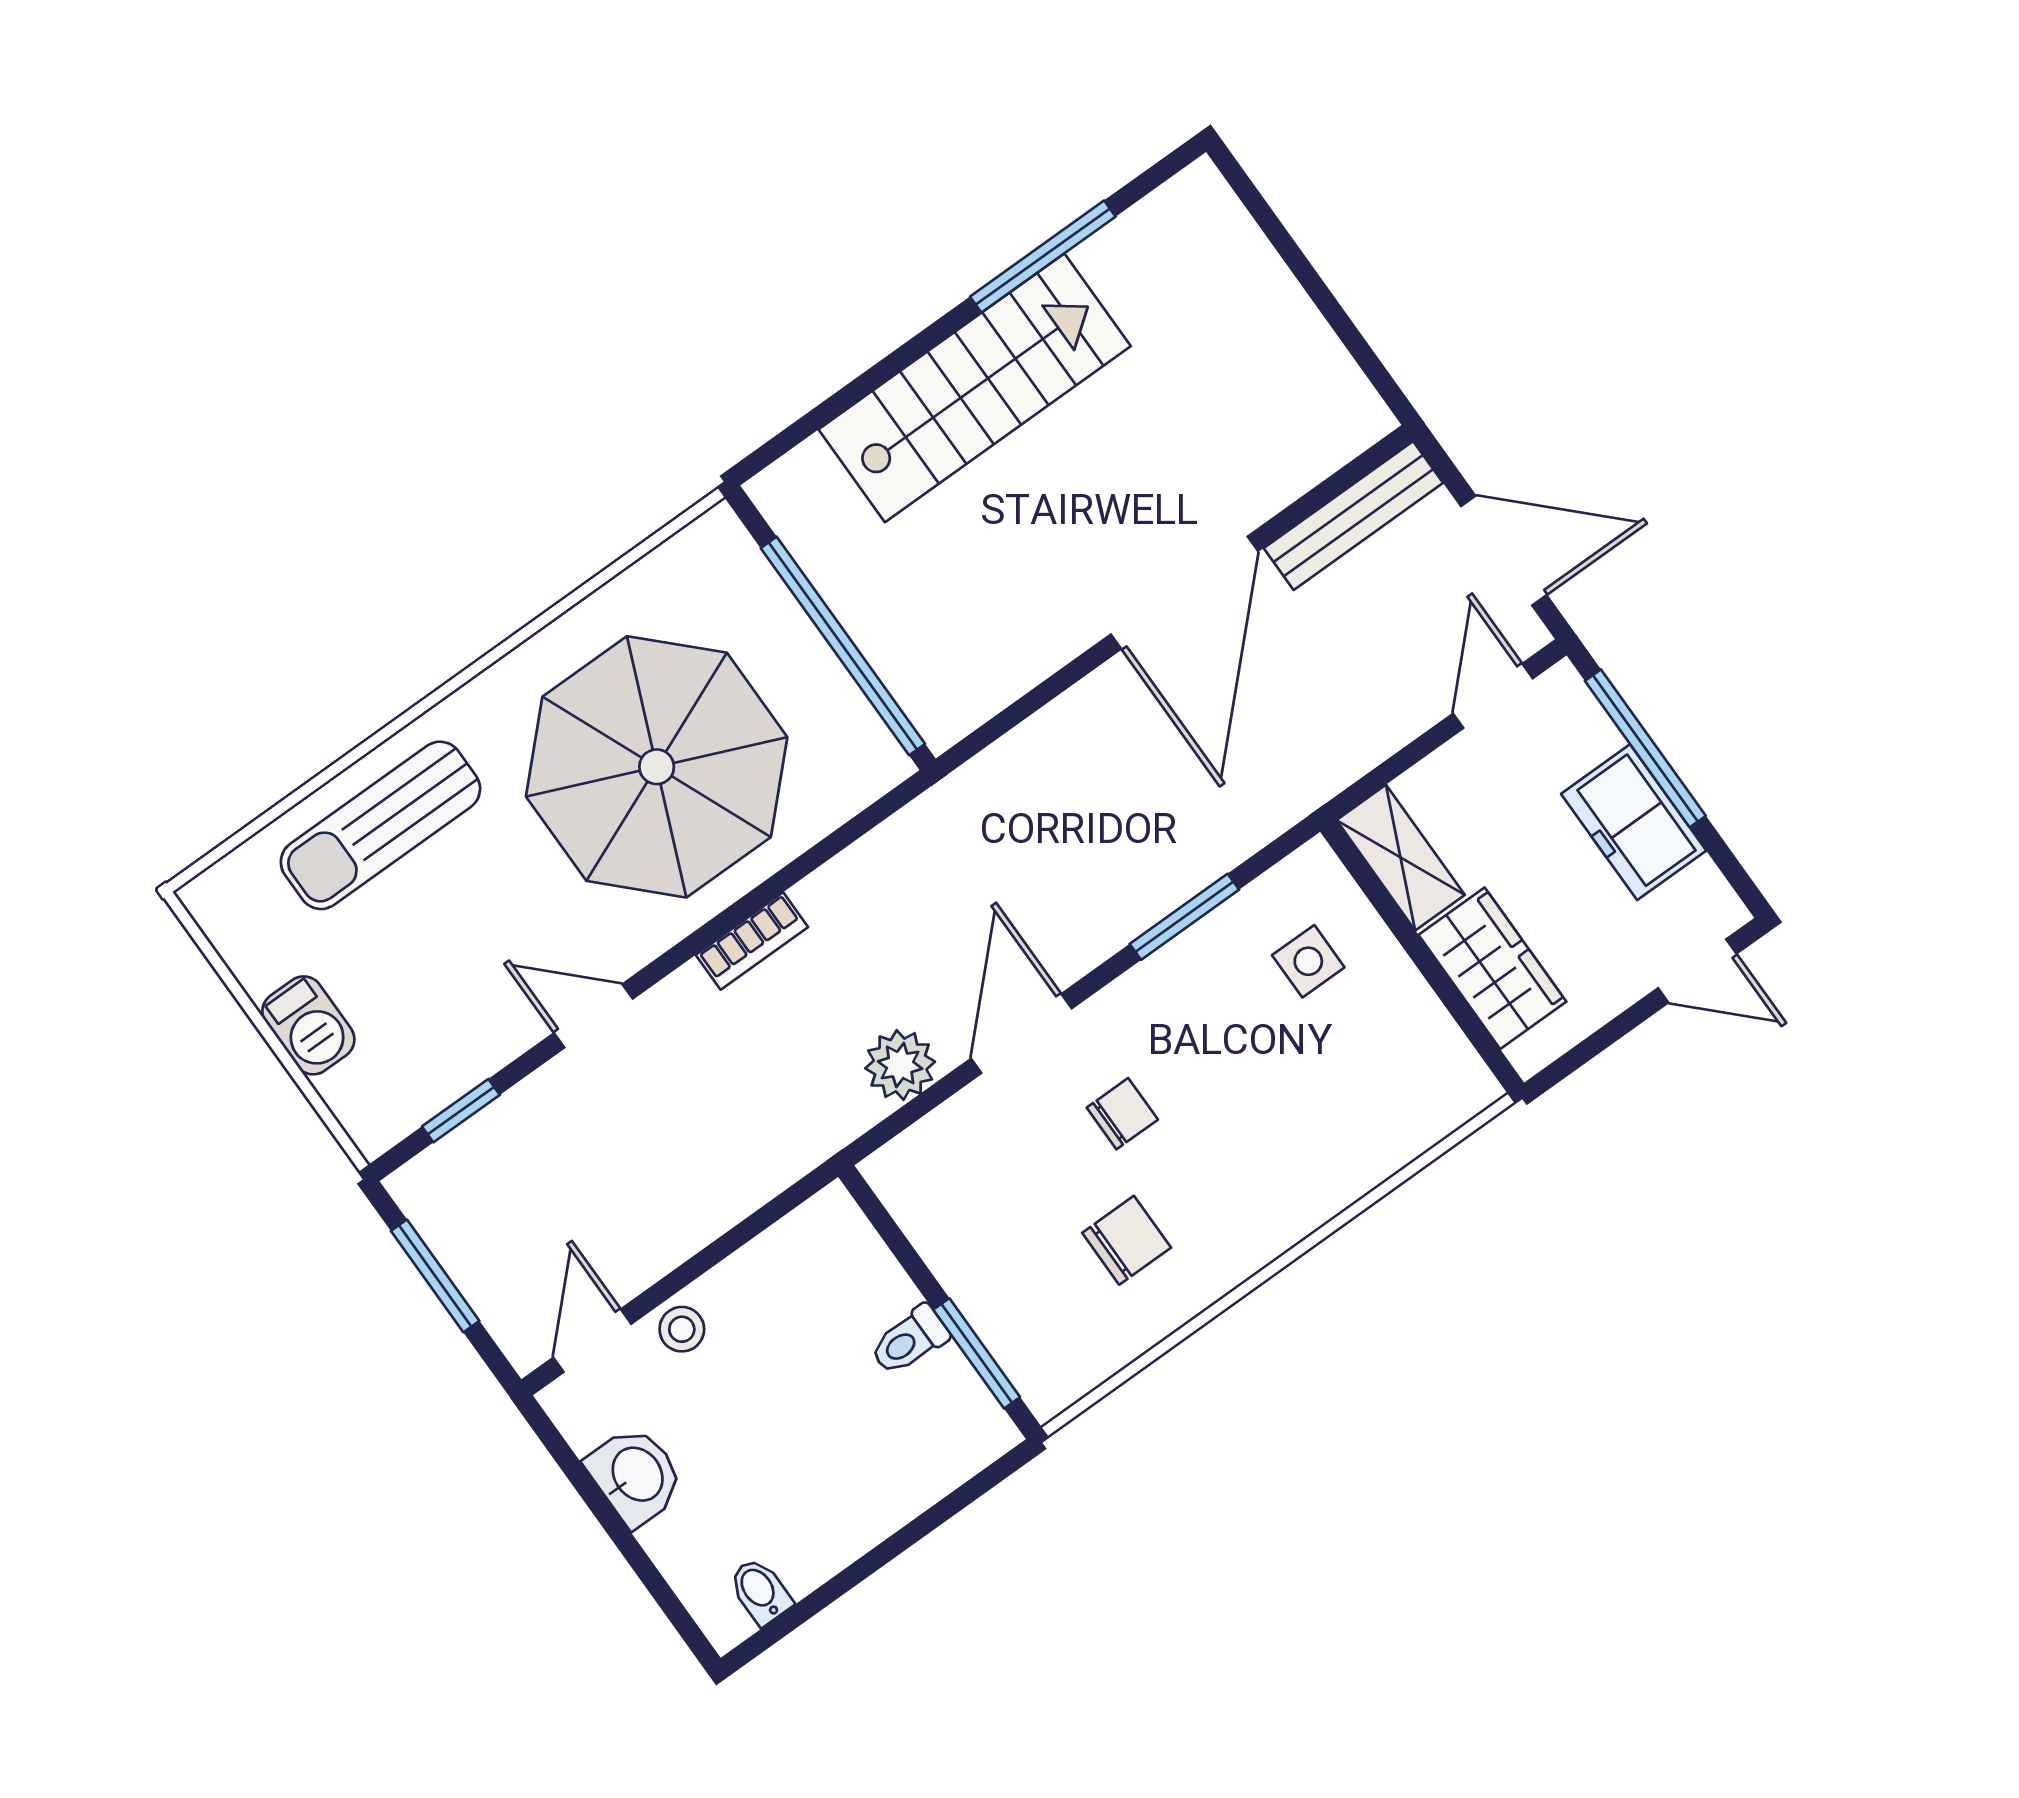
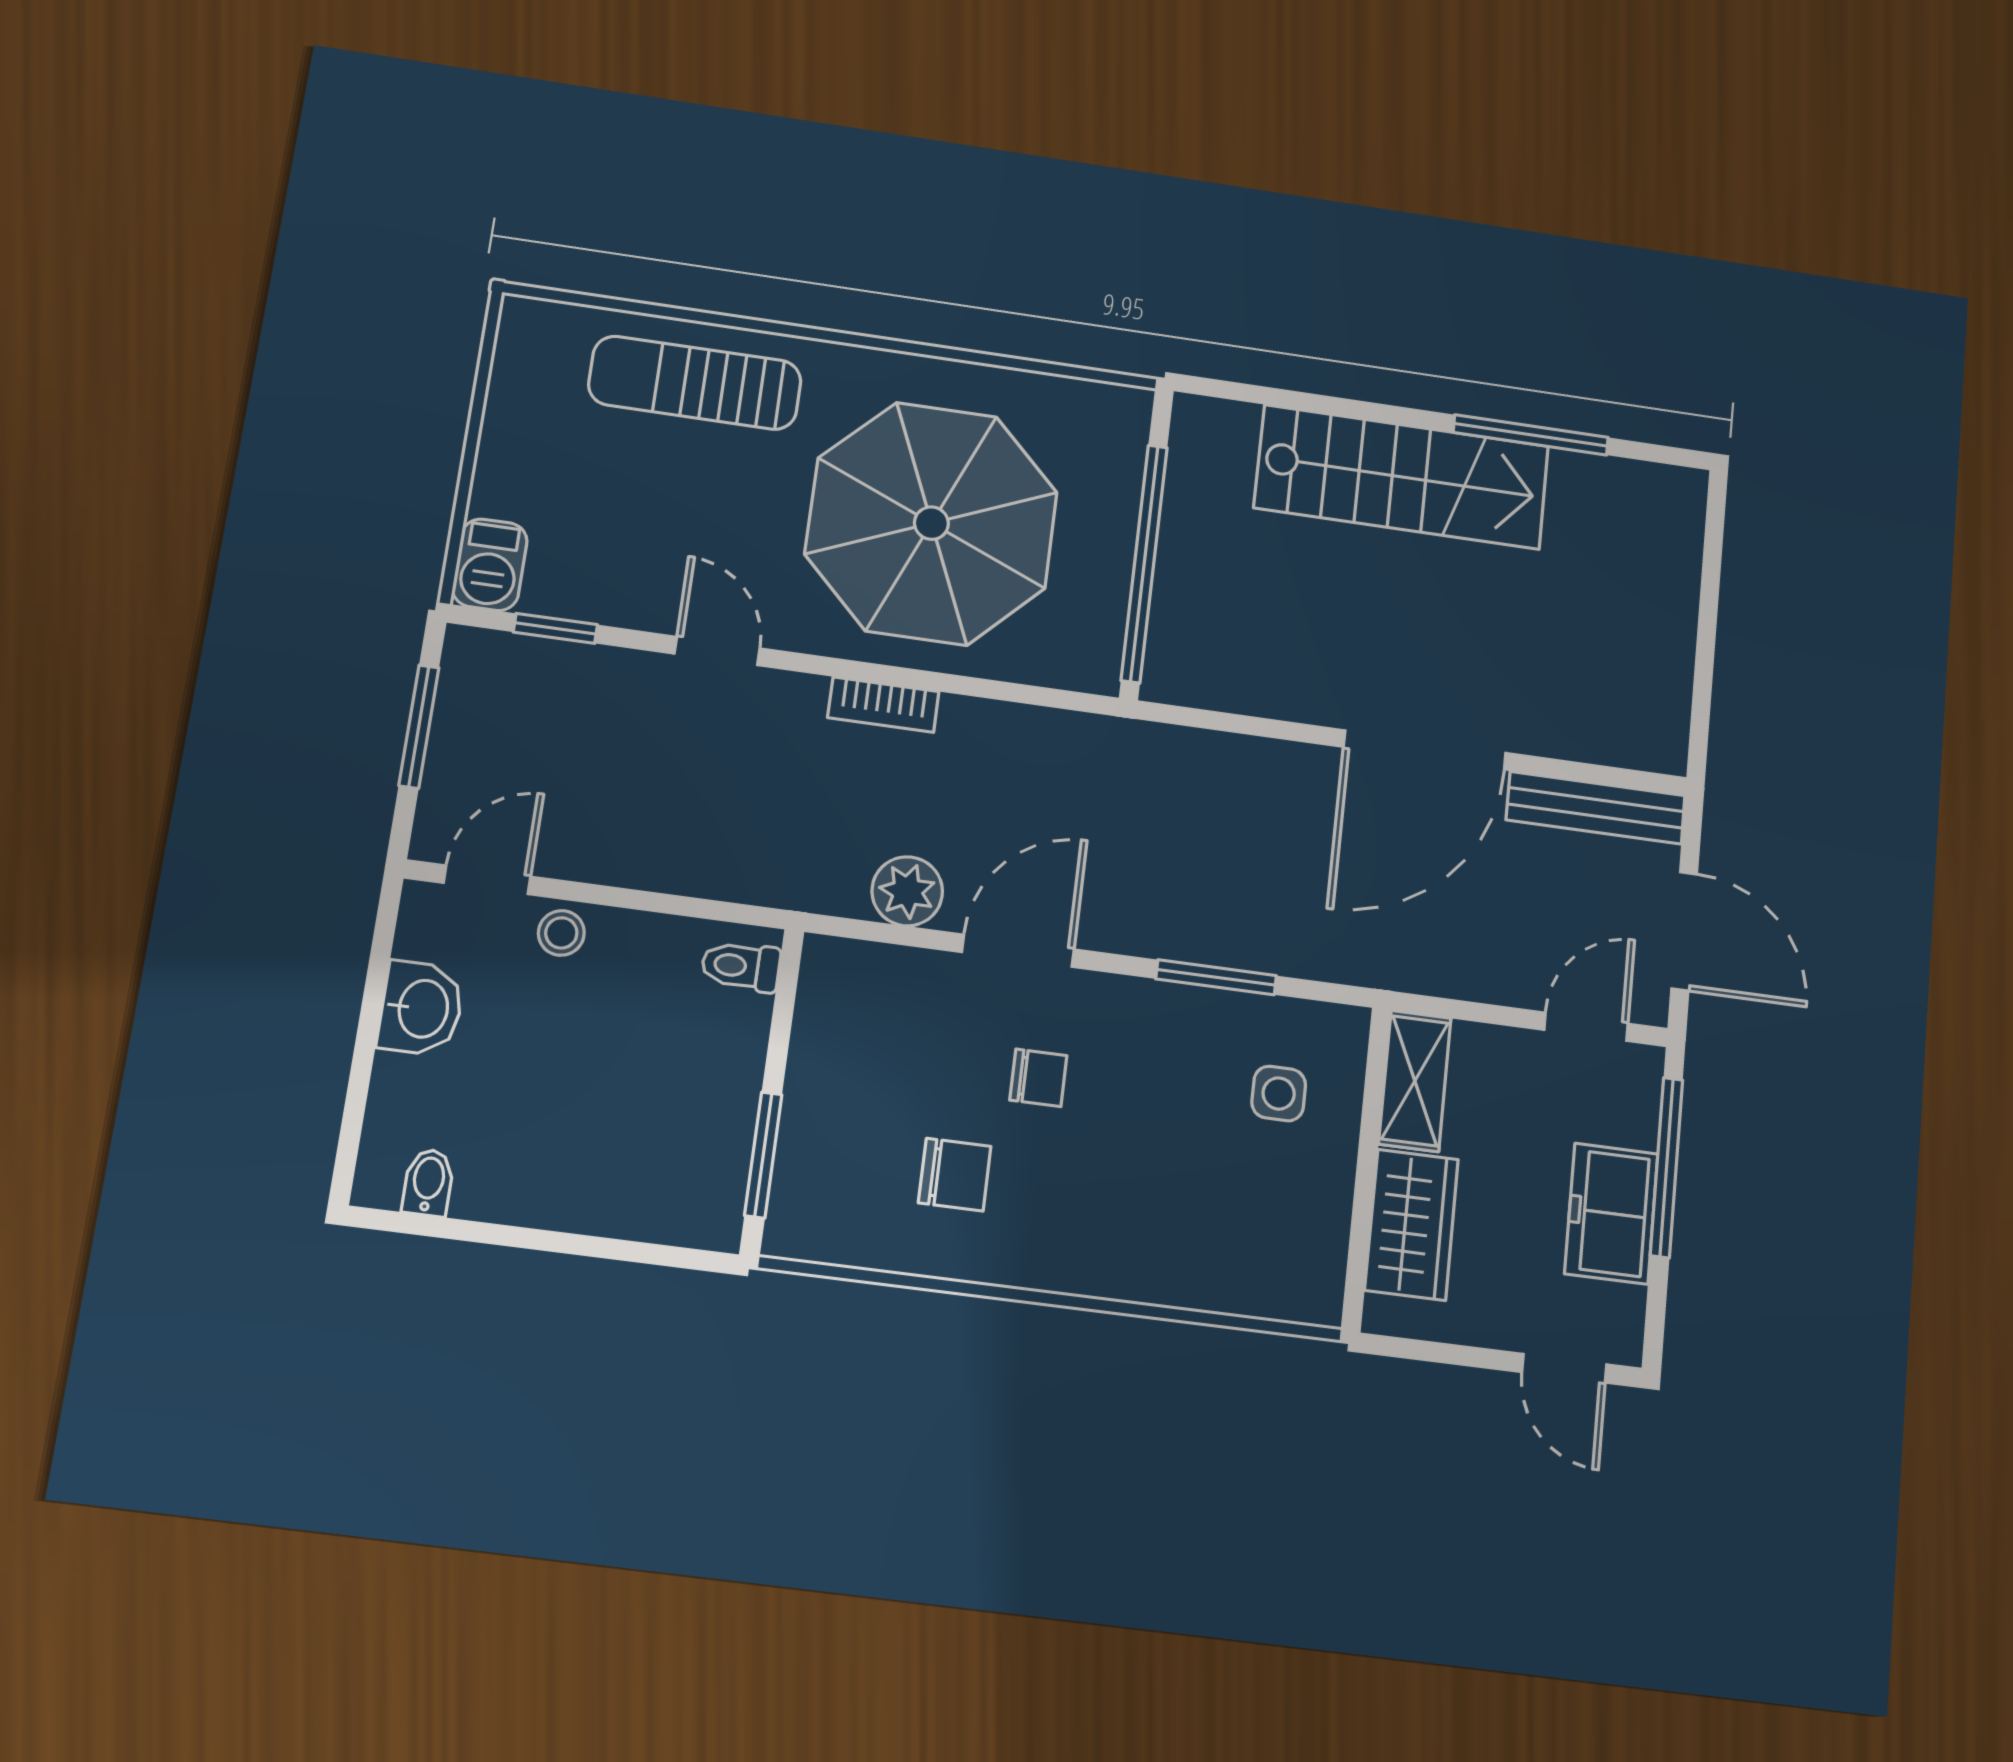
barbecue: (308, 1025) -> (490, 565), moved
toilet: (909, 1340) -> (741, 966), moved

